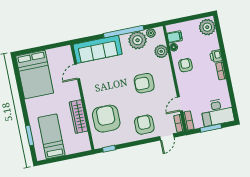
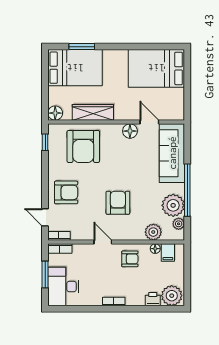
printer: (216, 56) -> (153, 299), moved
floor lamp: (87, 85) -> (130, 131), added
door: (180, 104) -> (103, 242), moved
armchair: (106, 119) -> (83, 146), turned 90
bed: (52, 136) -> (75, 68), width x1.50
floor lamp: (85, 145) -> (55, 113), added

